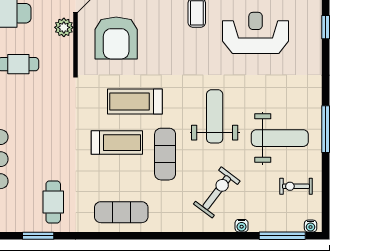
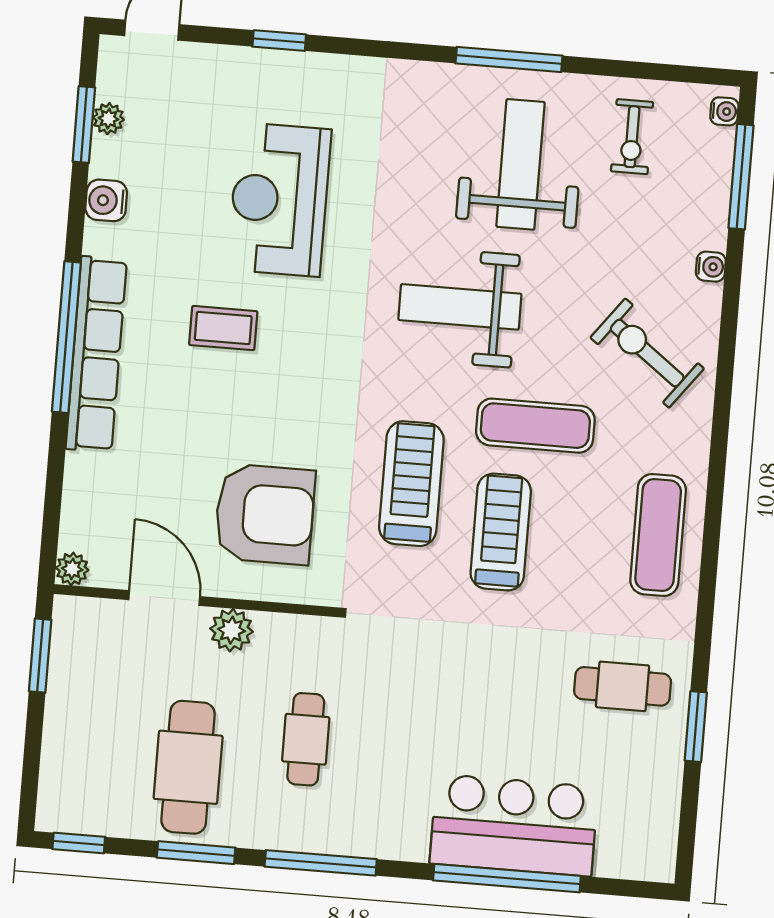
treadmill: (135, 102) -> (411, 484), turned 180
exercise bike: (217, 192) -> (647, 353), moved

